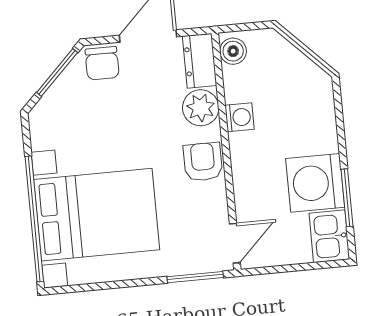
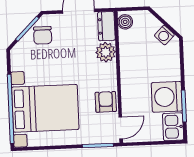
chair: (102, 63) -> (43, 35), moved
washing machine: (239, 117) -> (164, 35), moved, turned 135
armchair: (203, 162) -> (106, 102), moved

